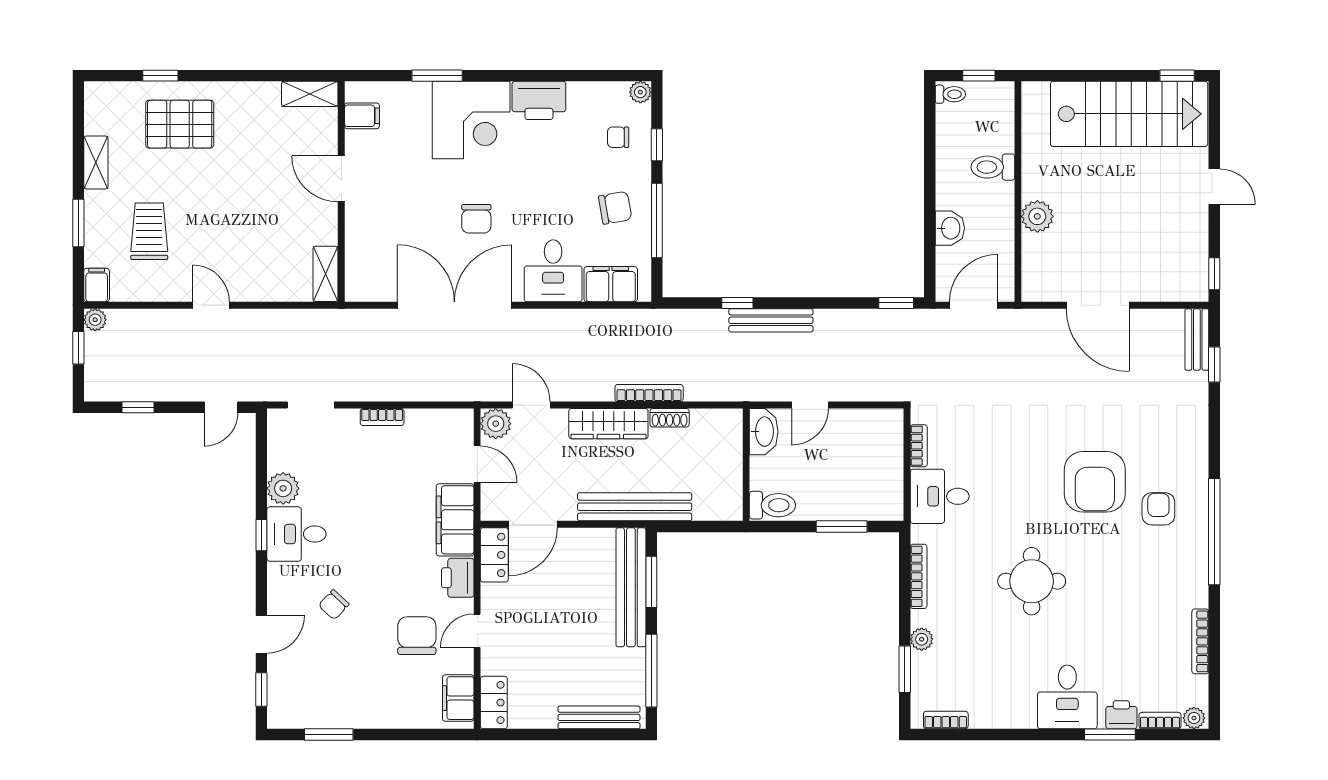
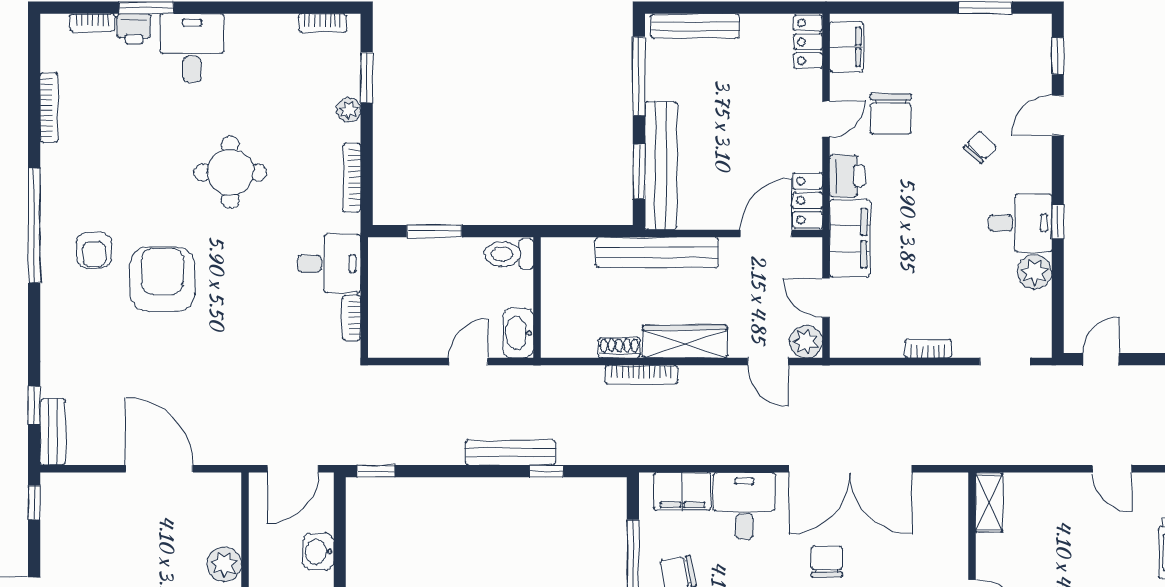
plant: (1194, 718) -> (56, 25), removed

